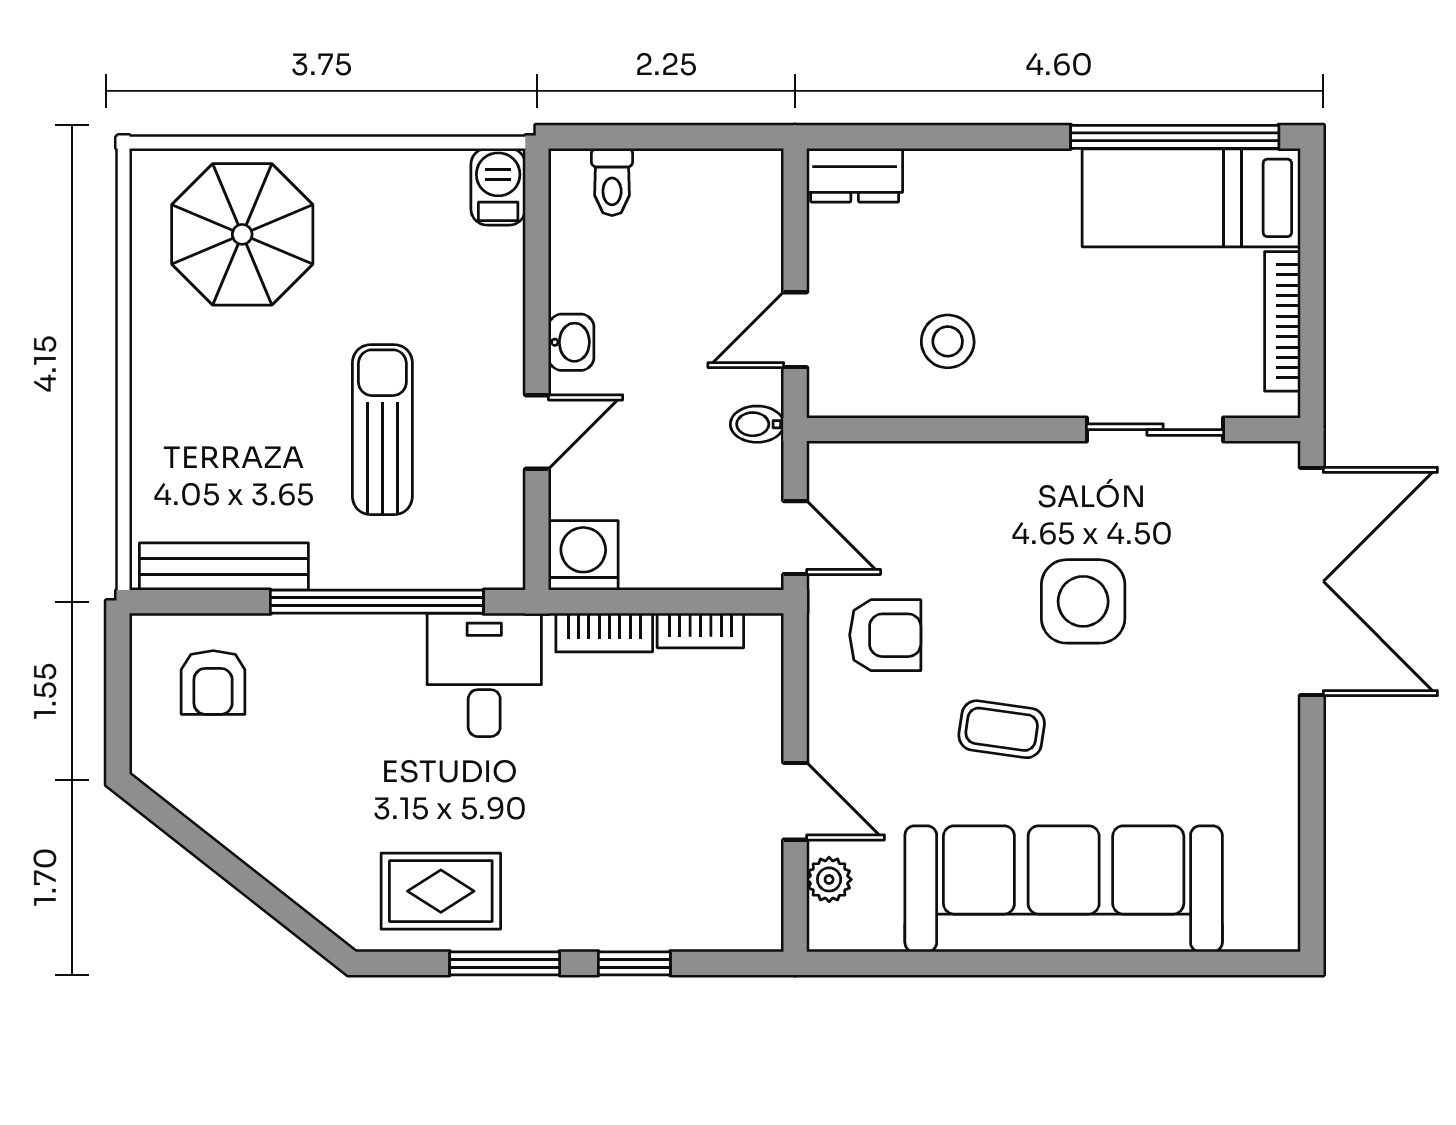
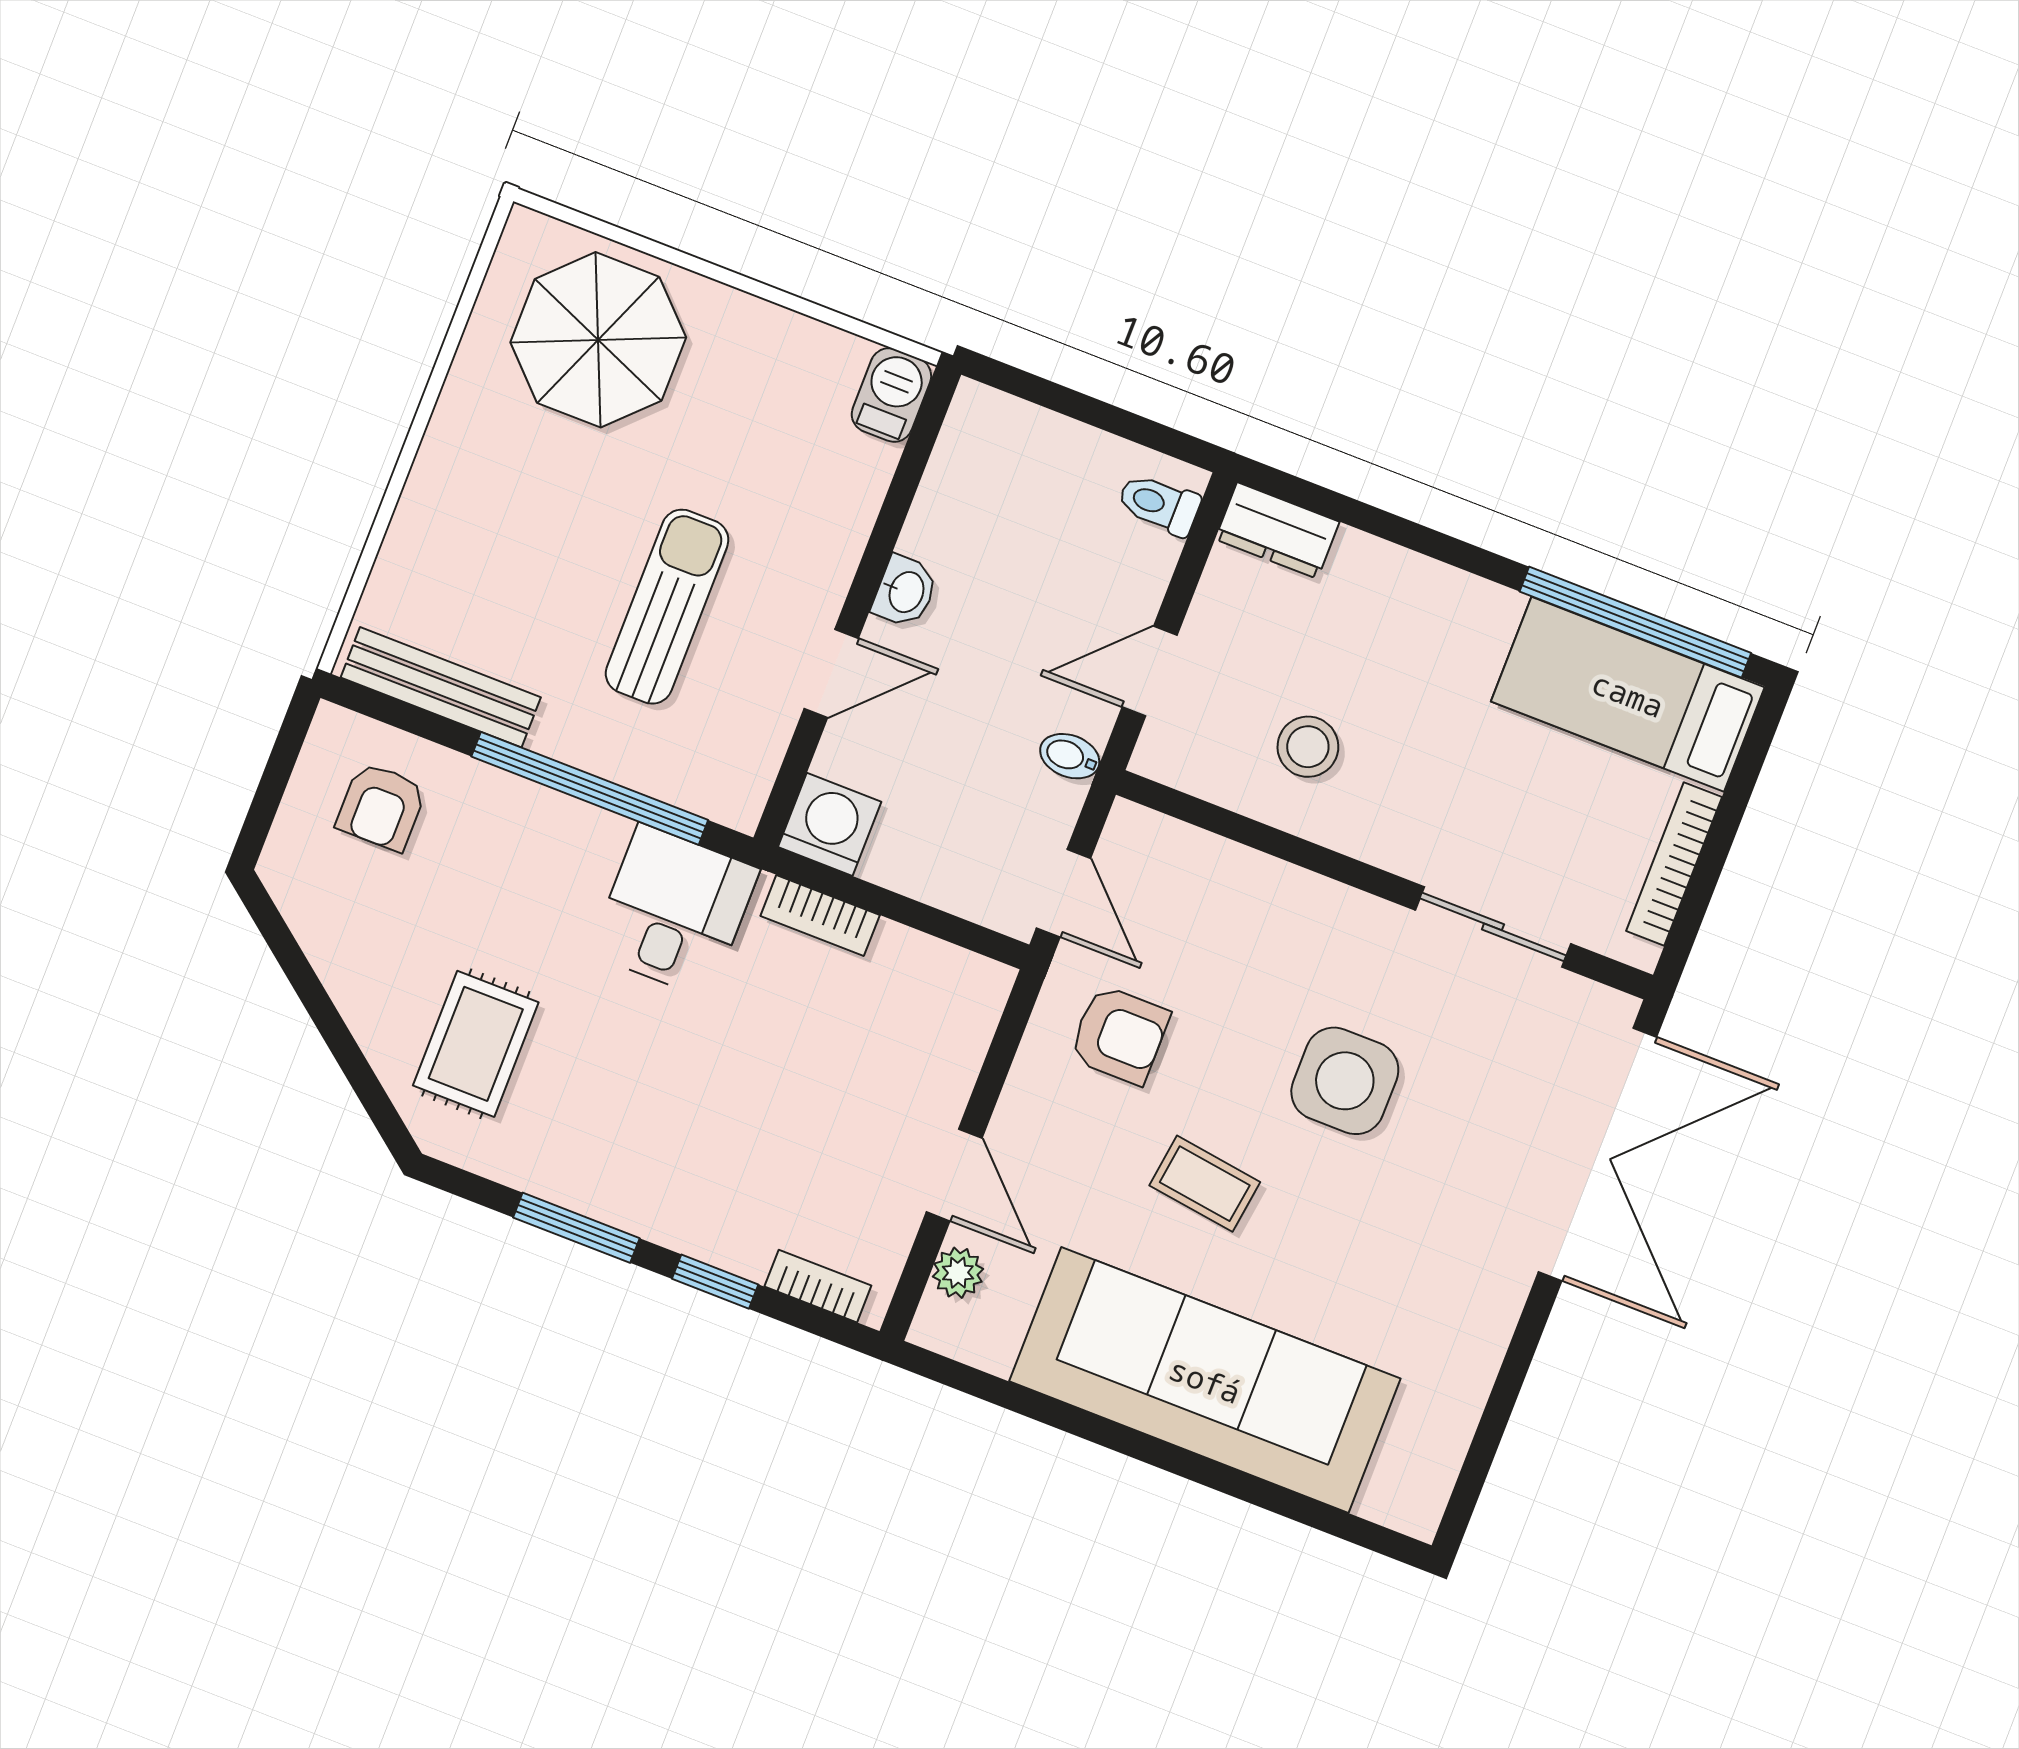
toilet: (612, 182) -> (1159, 504), moved, turned 90
bookcase: (700, 631) -> (818, 1286), moved, turned 180
rug: (441, 891) -> (476, 1044), moved, turned 90

